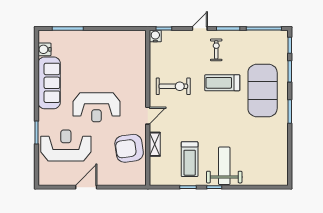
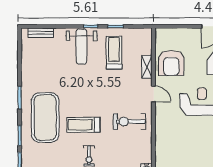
treadmill: (222, 83) -> (83, 125), turned 180
door: (148, 116) -> (154, 94), swing flipped
armchair: (129, 148) -> (171, 63), turned 98
bench: (267, 180) -> (41, 33), added

